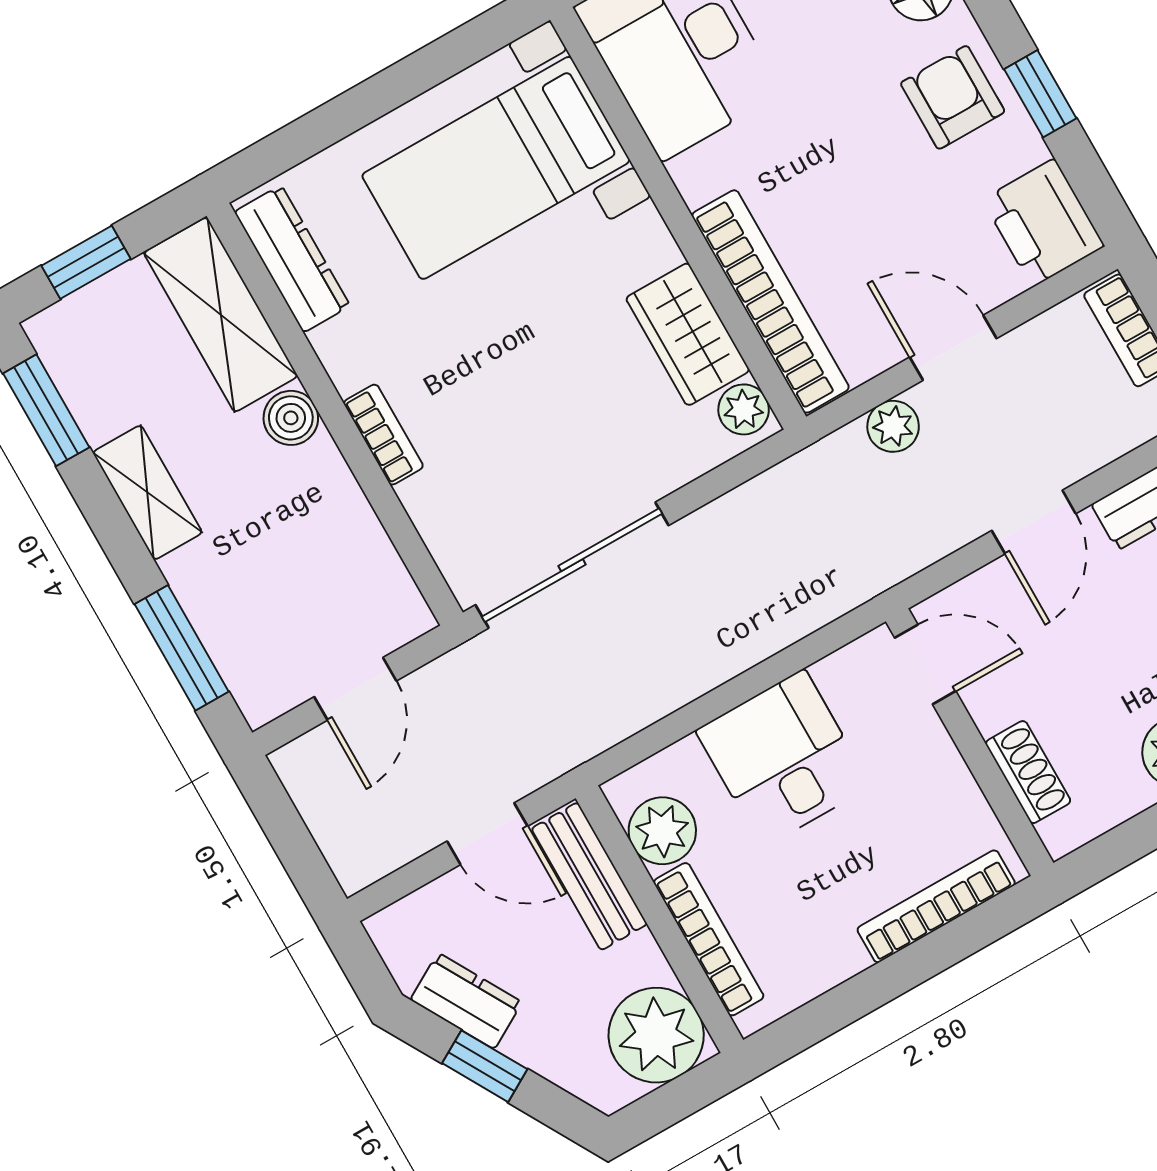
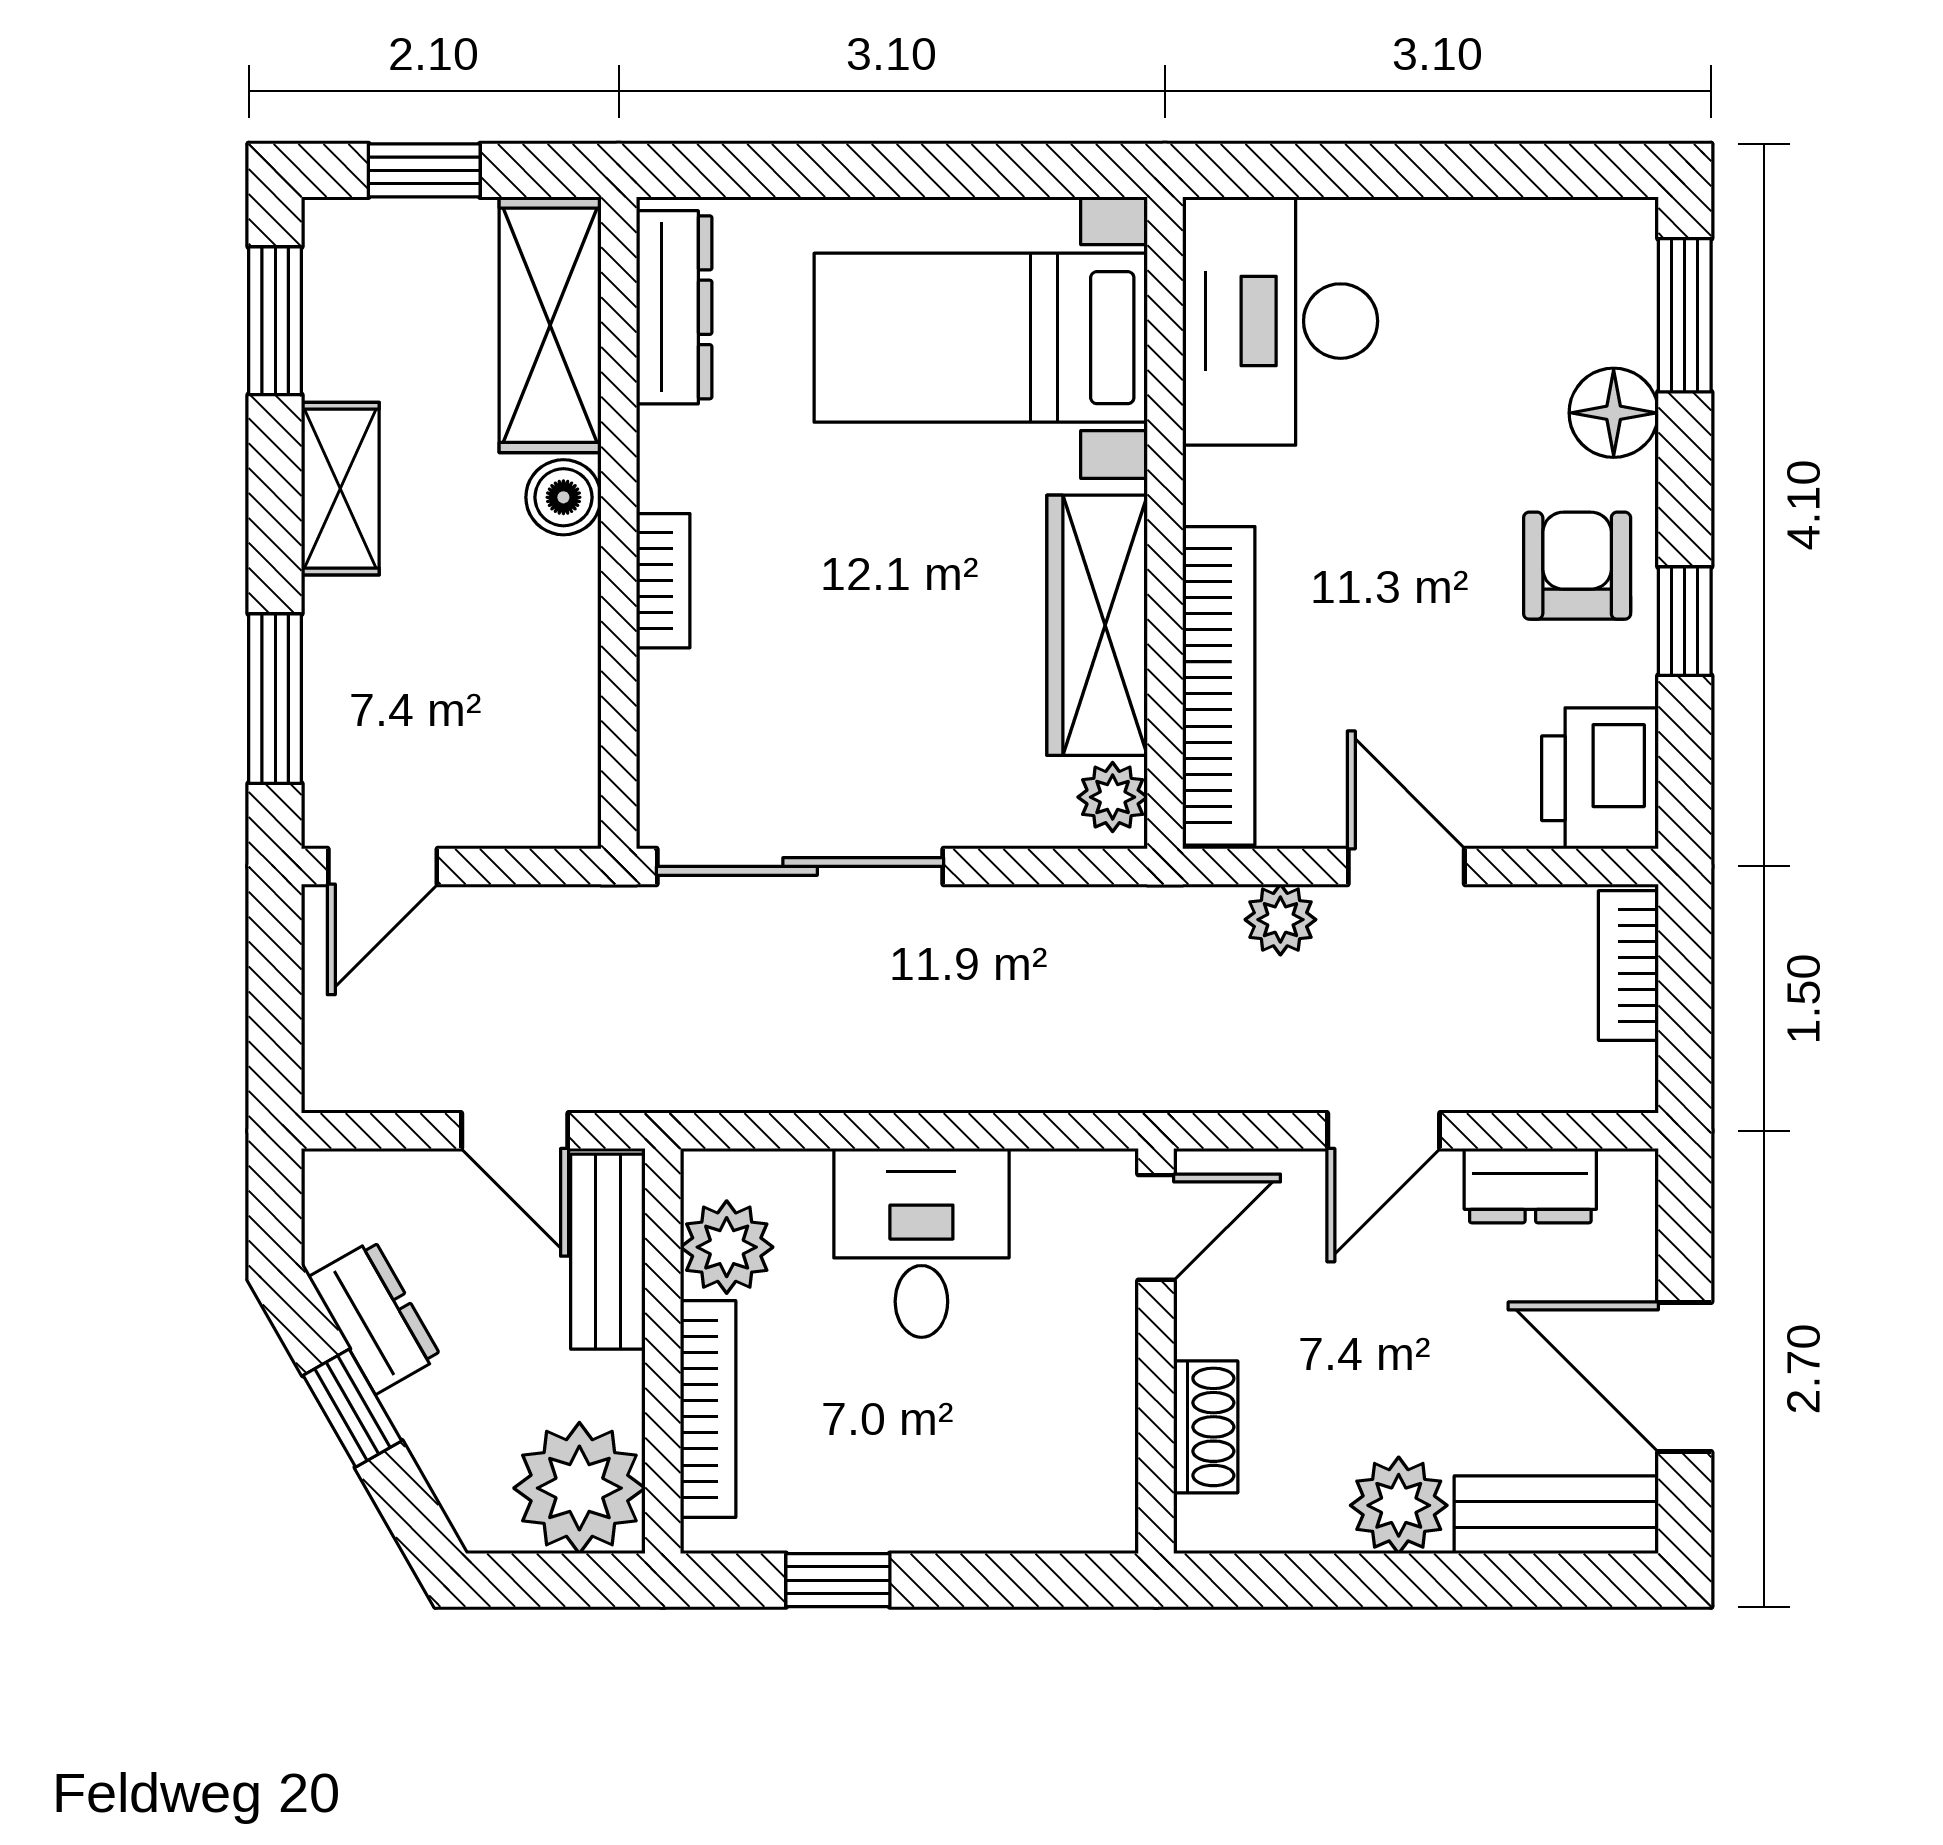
wardrobe: (688, 334) -> (1097, 625), width x1.50
door: (925, 664) -> (1156, 1227), hinge flipped
door: (355, 689) -> (383, 866), moved
bookcase: (936, 906) -> (1004, 1525), removed
window: (852, 1000) -> (838, 1580), added

